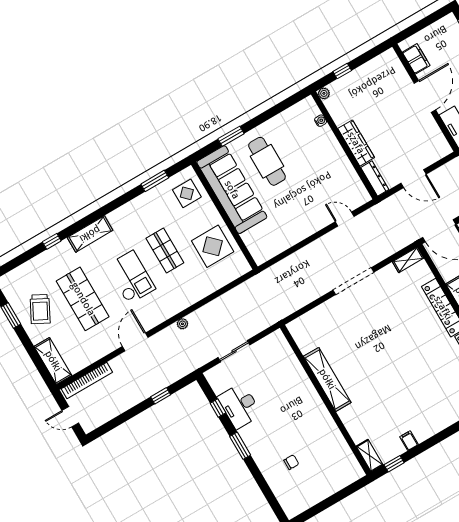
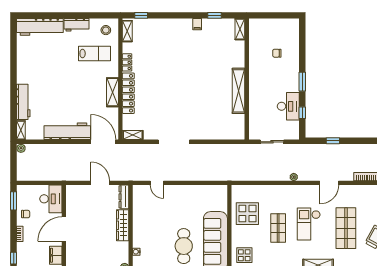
shelving: (327, 379) -> (239, 91), moved
wall: (326, 400) -> (247, 79), moved
shelving: (370, 456) -> (240, 29), moved

